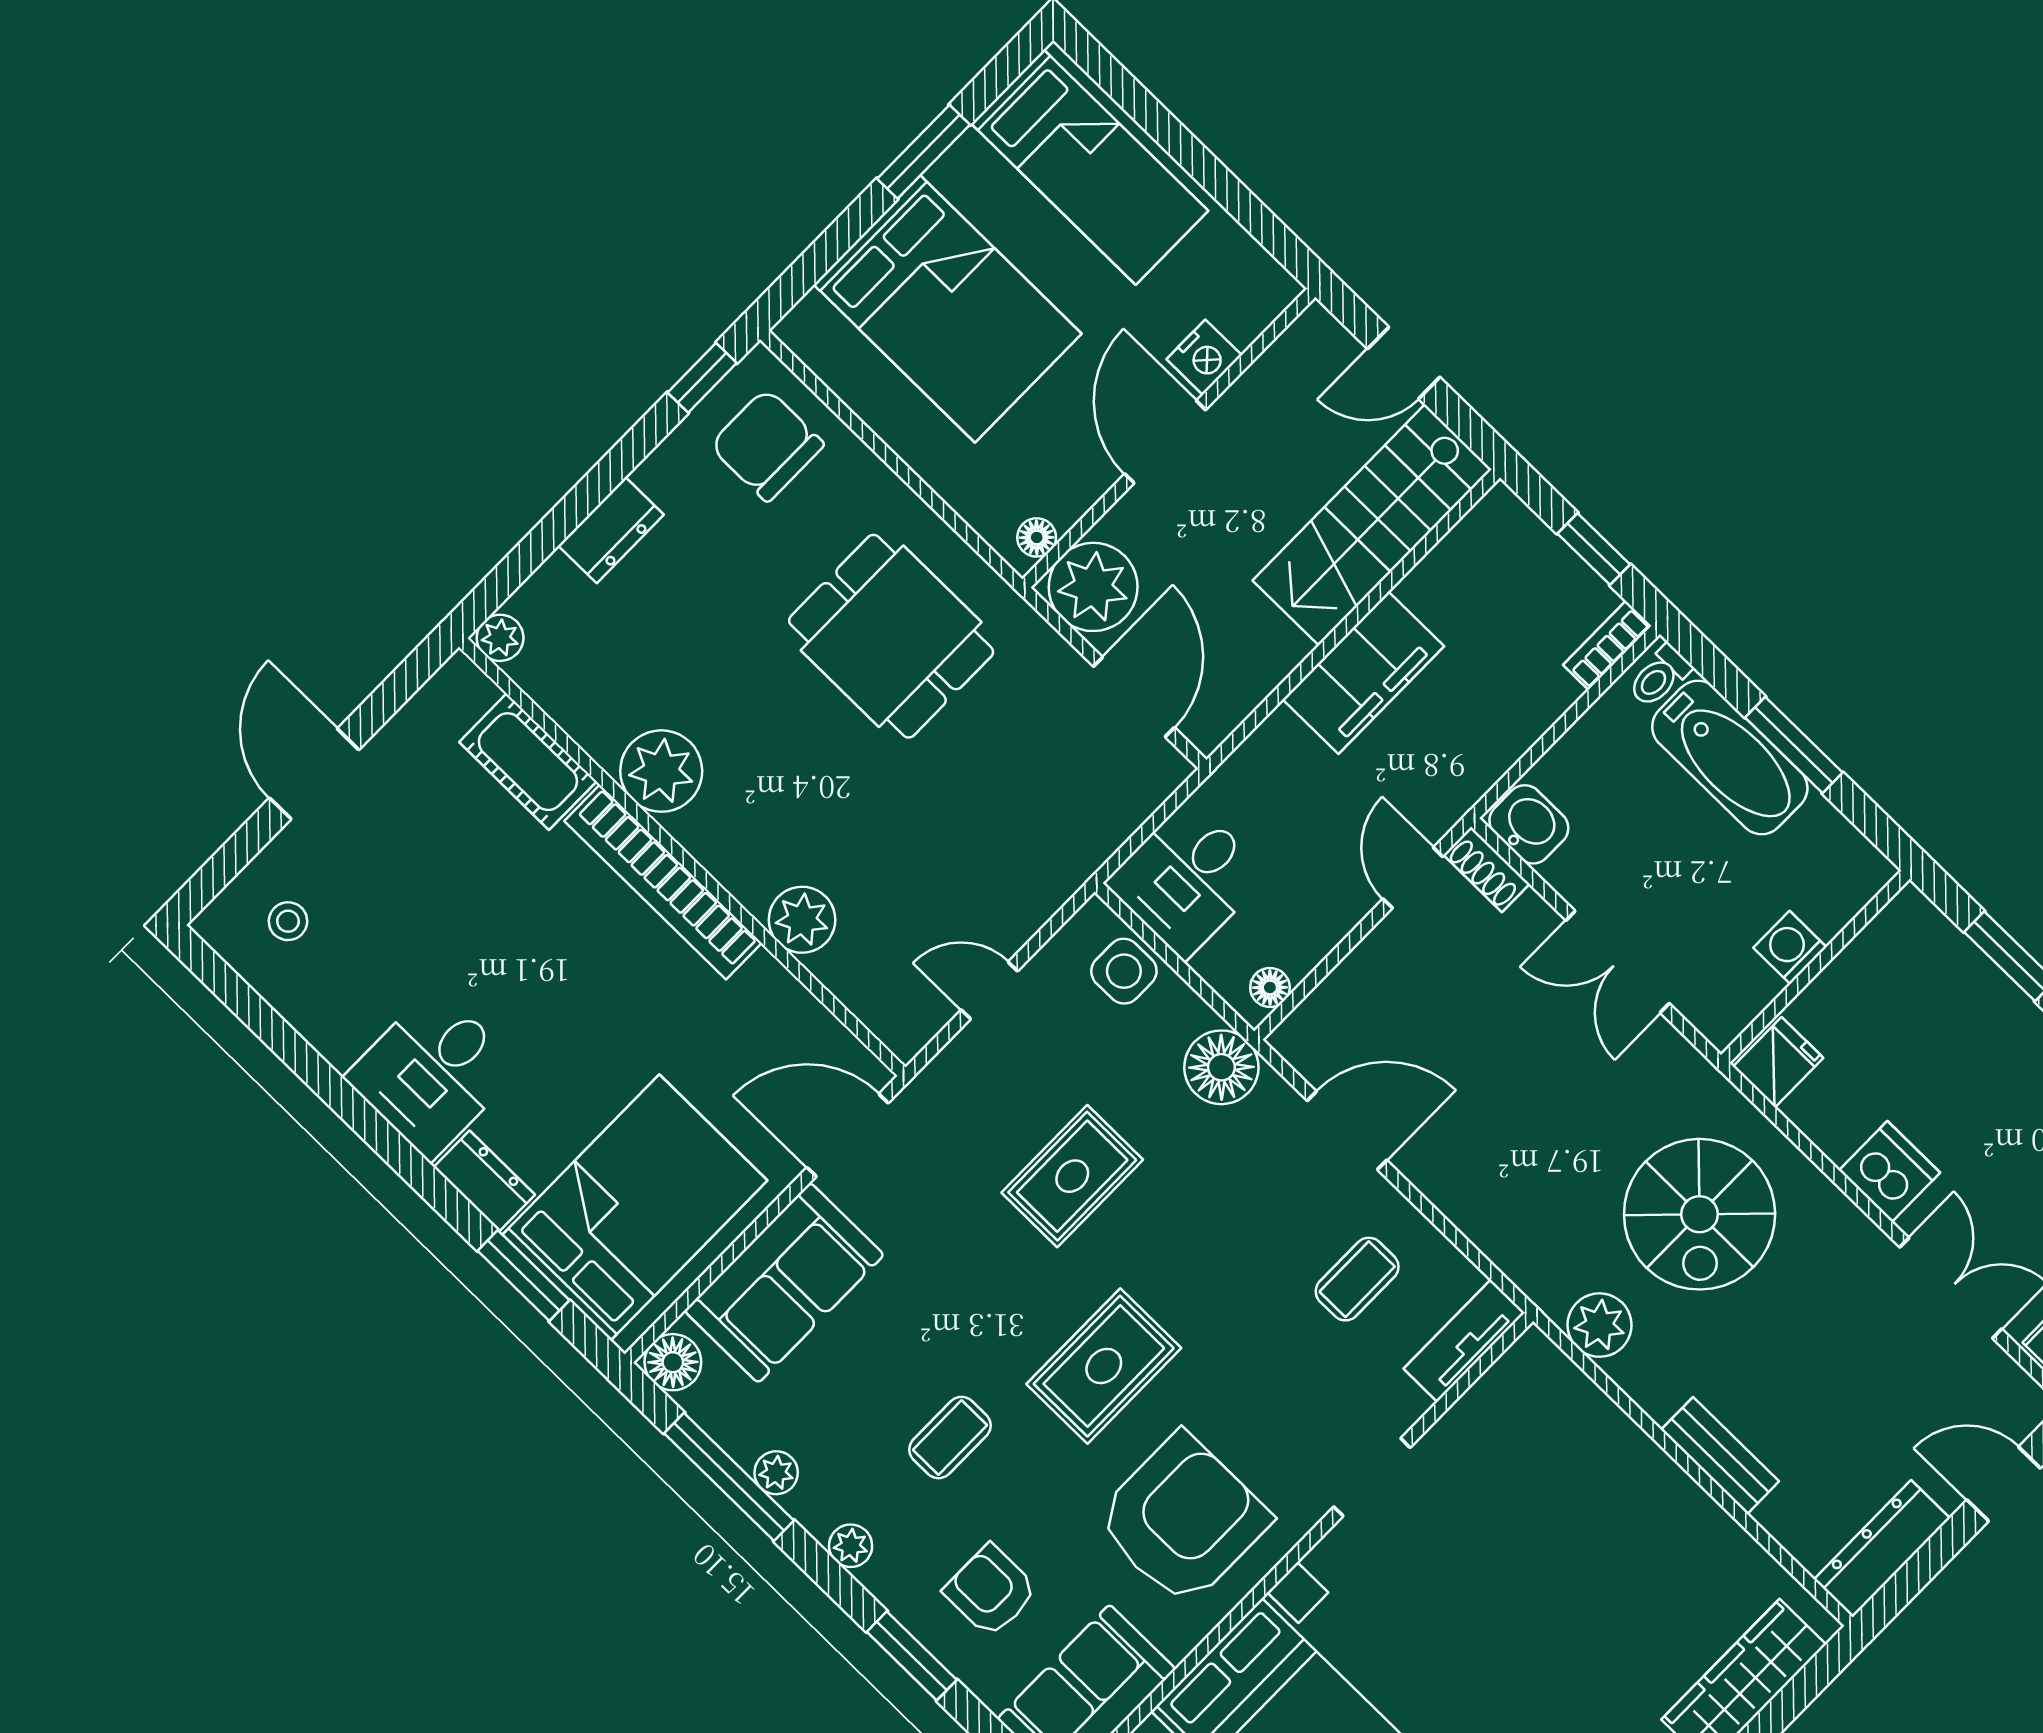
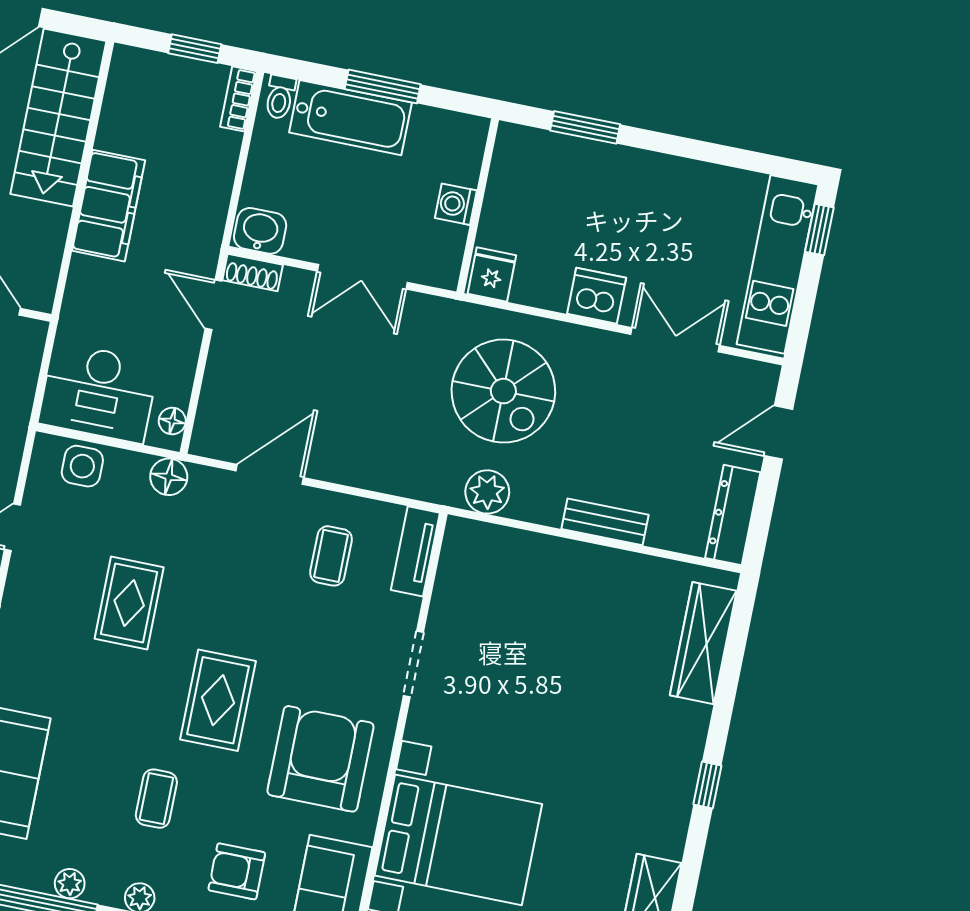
desk: (1187, 879) -> (98, 393), width x1.37
floor lamp: (1221, 1067) -> (169, 477), width x0.73, depth x0.73

